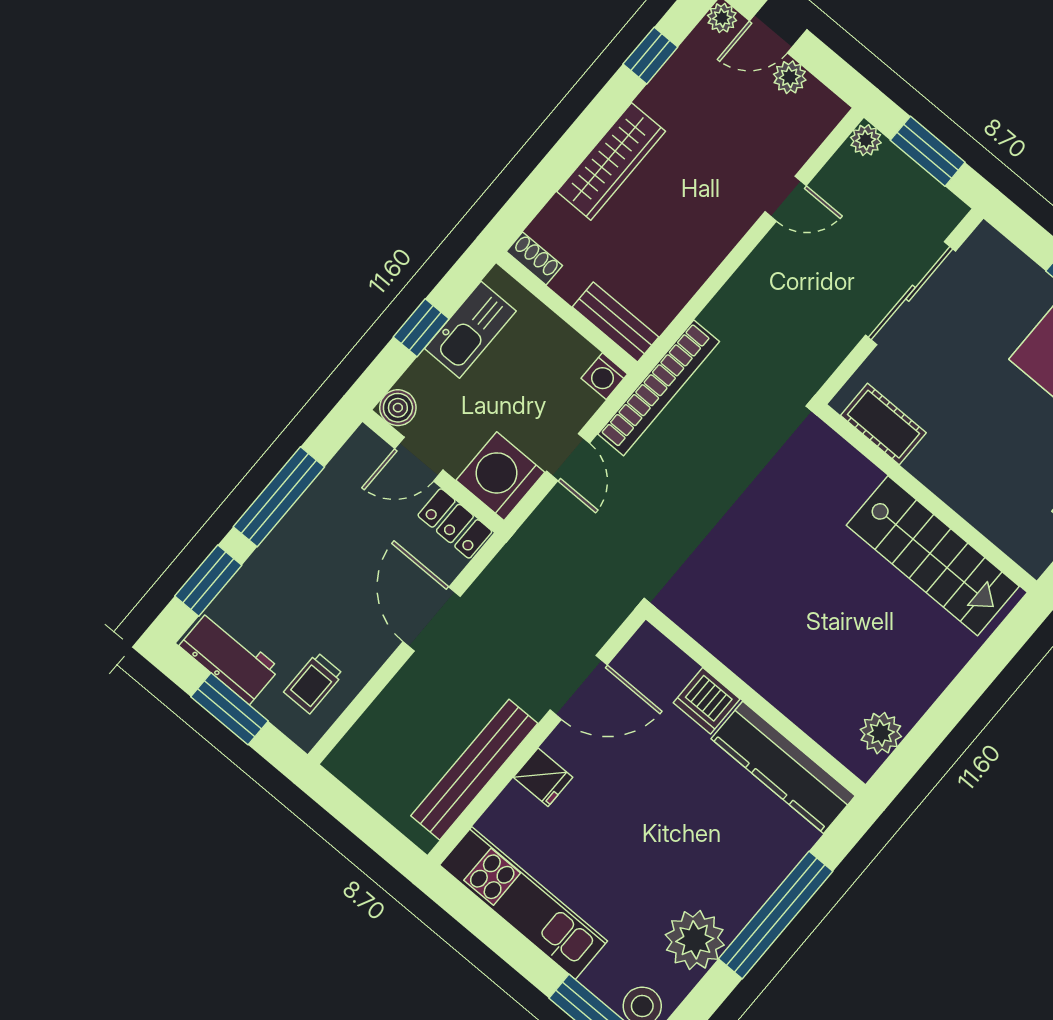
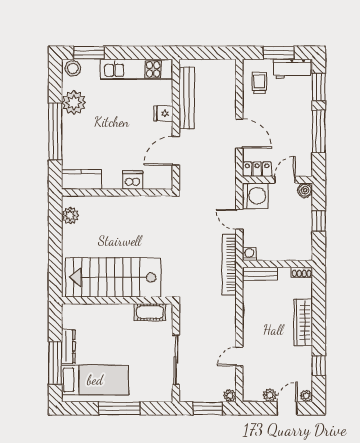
kitchen sink: (470, 330) -> (303, 233), removed
stairs: (933, 556) -> (113, 277), width x1.36, depth x1.51
kitchen counter: (783, 767) -> (81, 179), width x0.67

